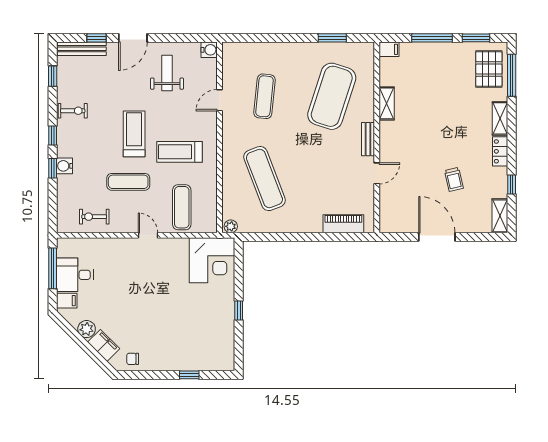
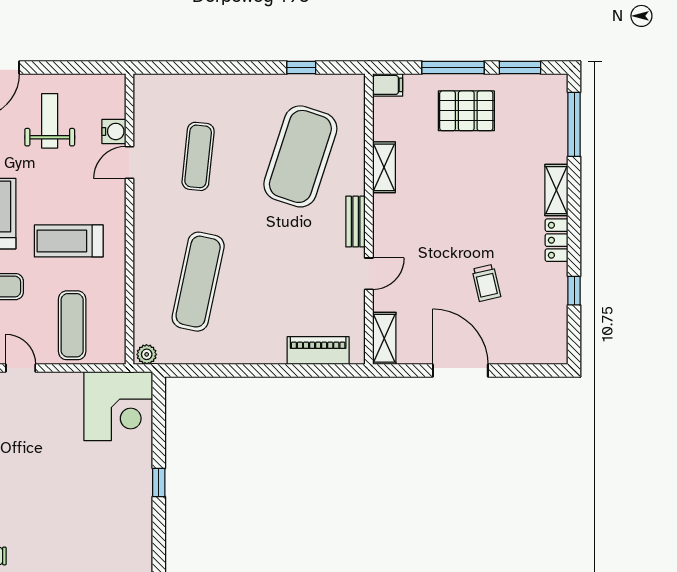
window: (332, 38) -> (301, 68), width x0.67
water cooler: (209, 50) -> (114, 131), moved
pallet: (489, 69) -> (466, 111), moved, turned 90
exercise mat: (264, 179) -> (198, 282), turned 33
shelving: (500, 216) -> (384, 338), moved

